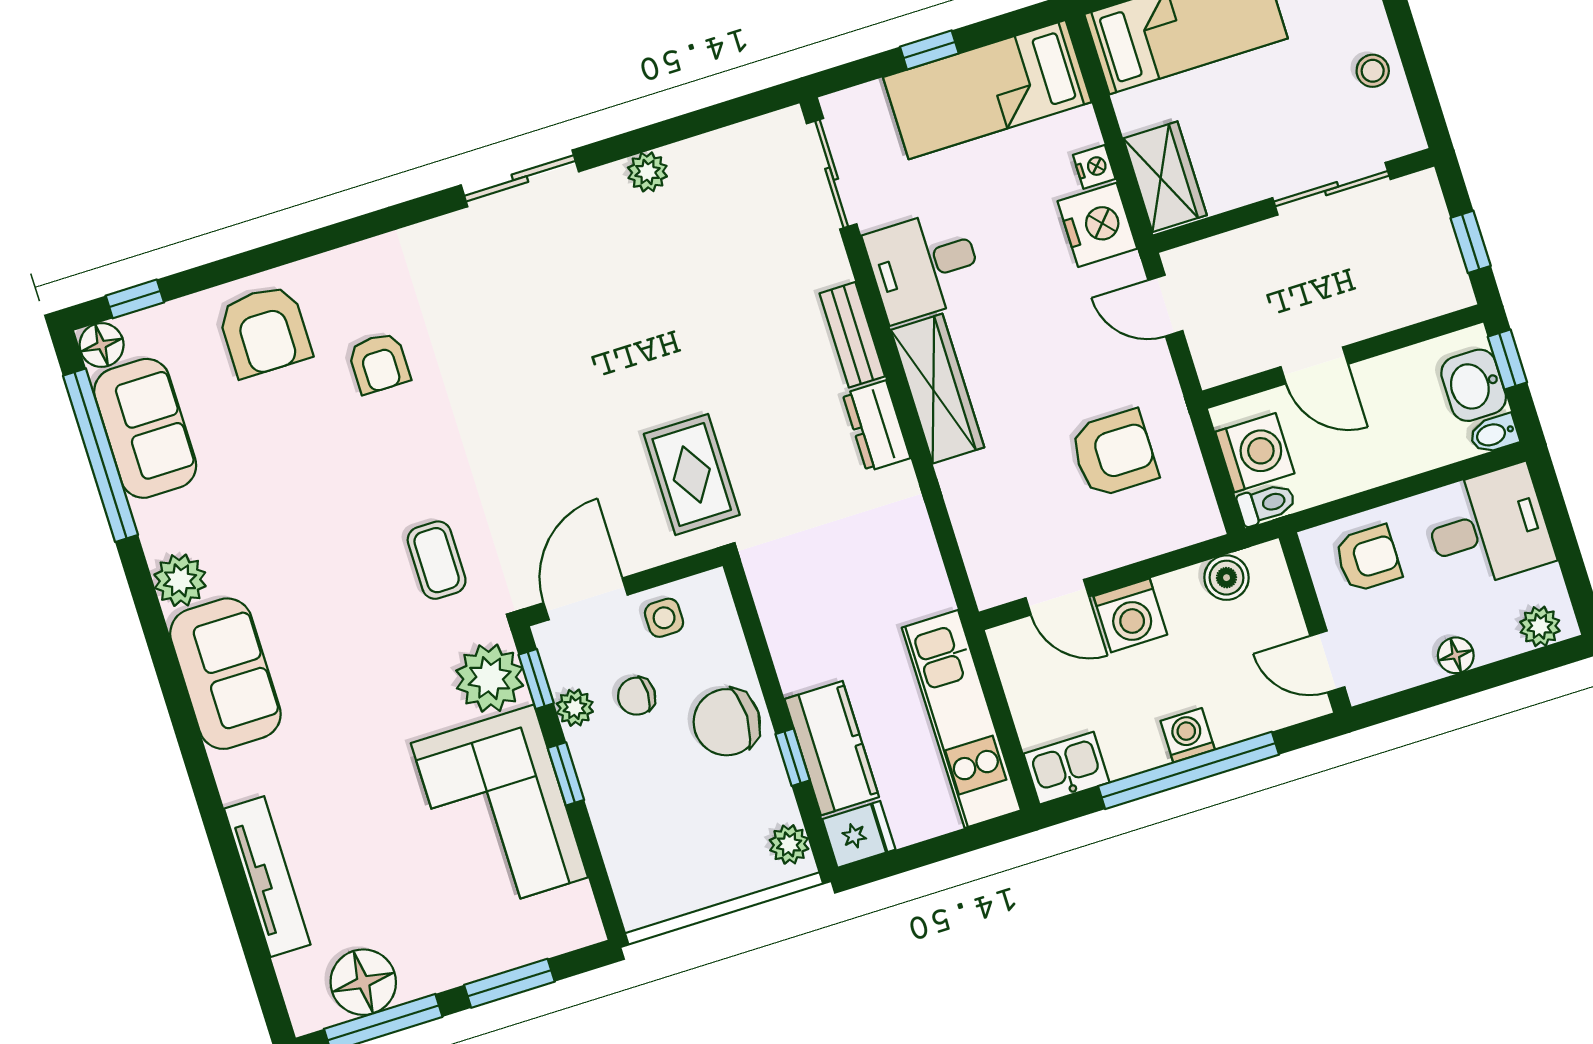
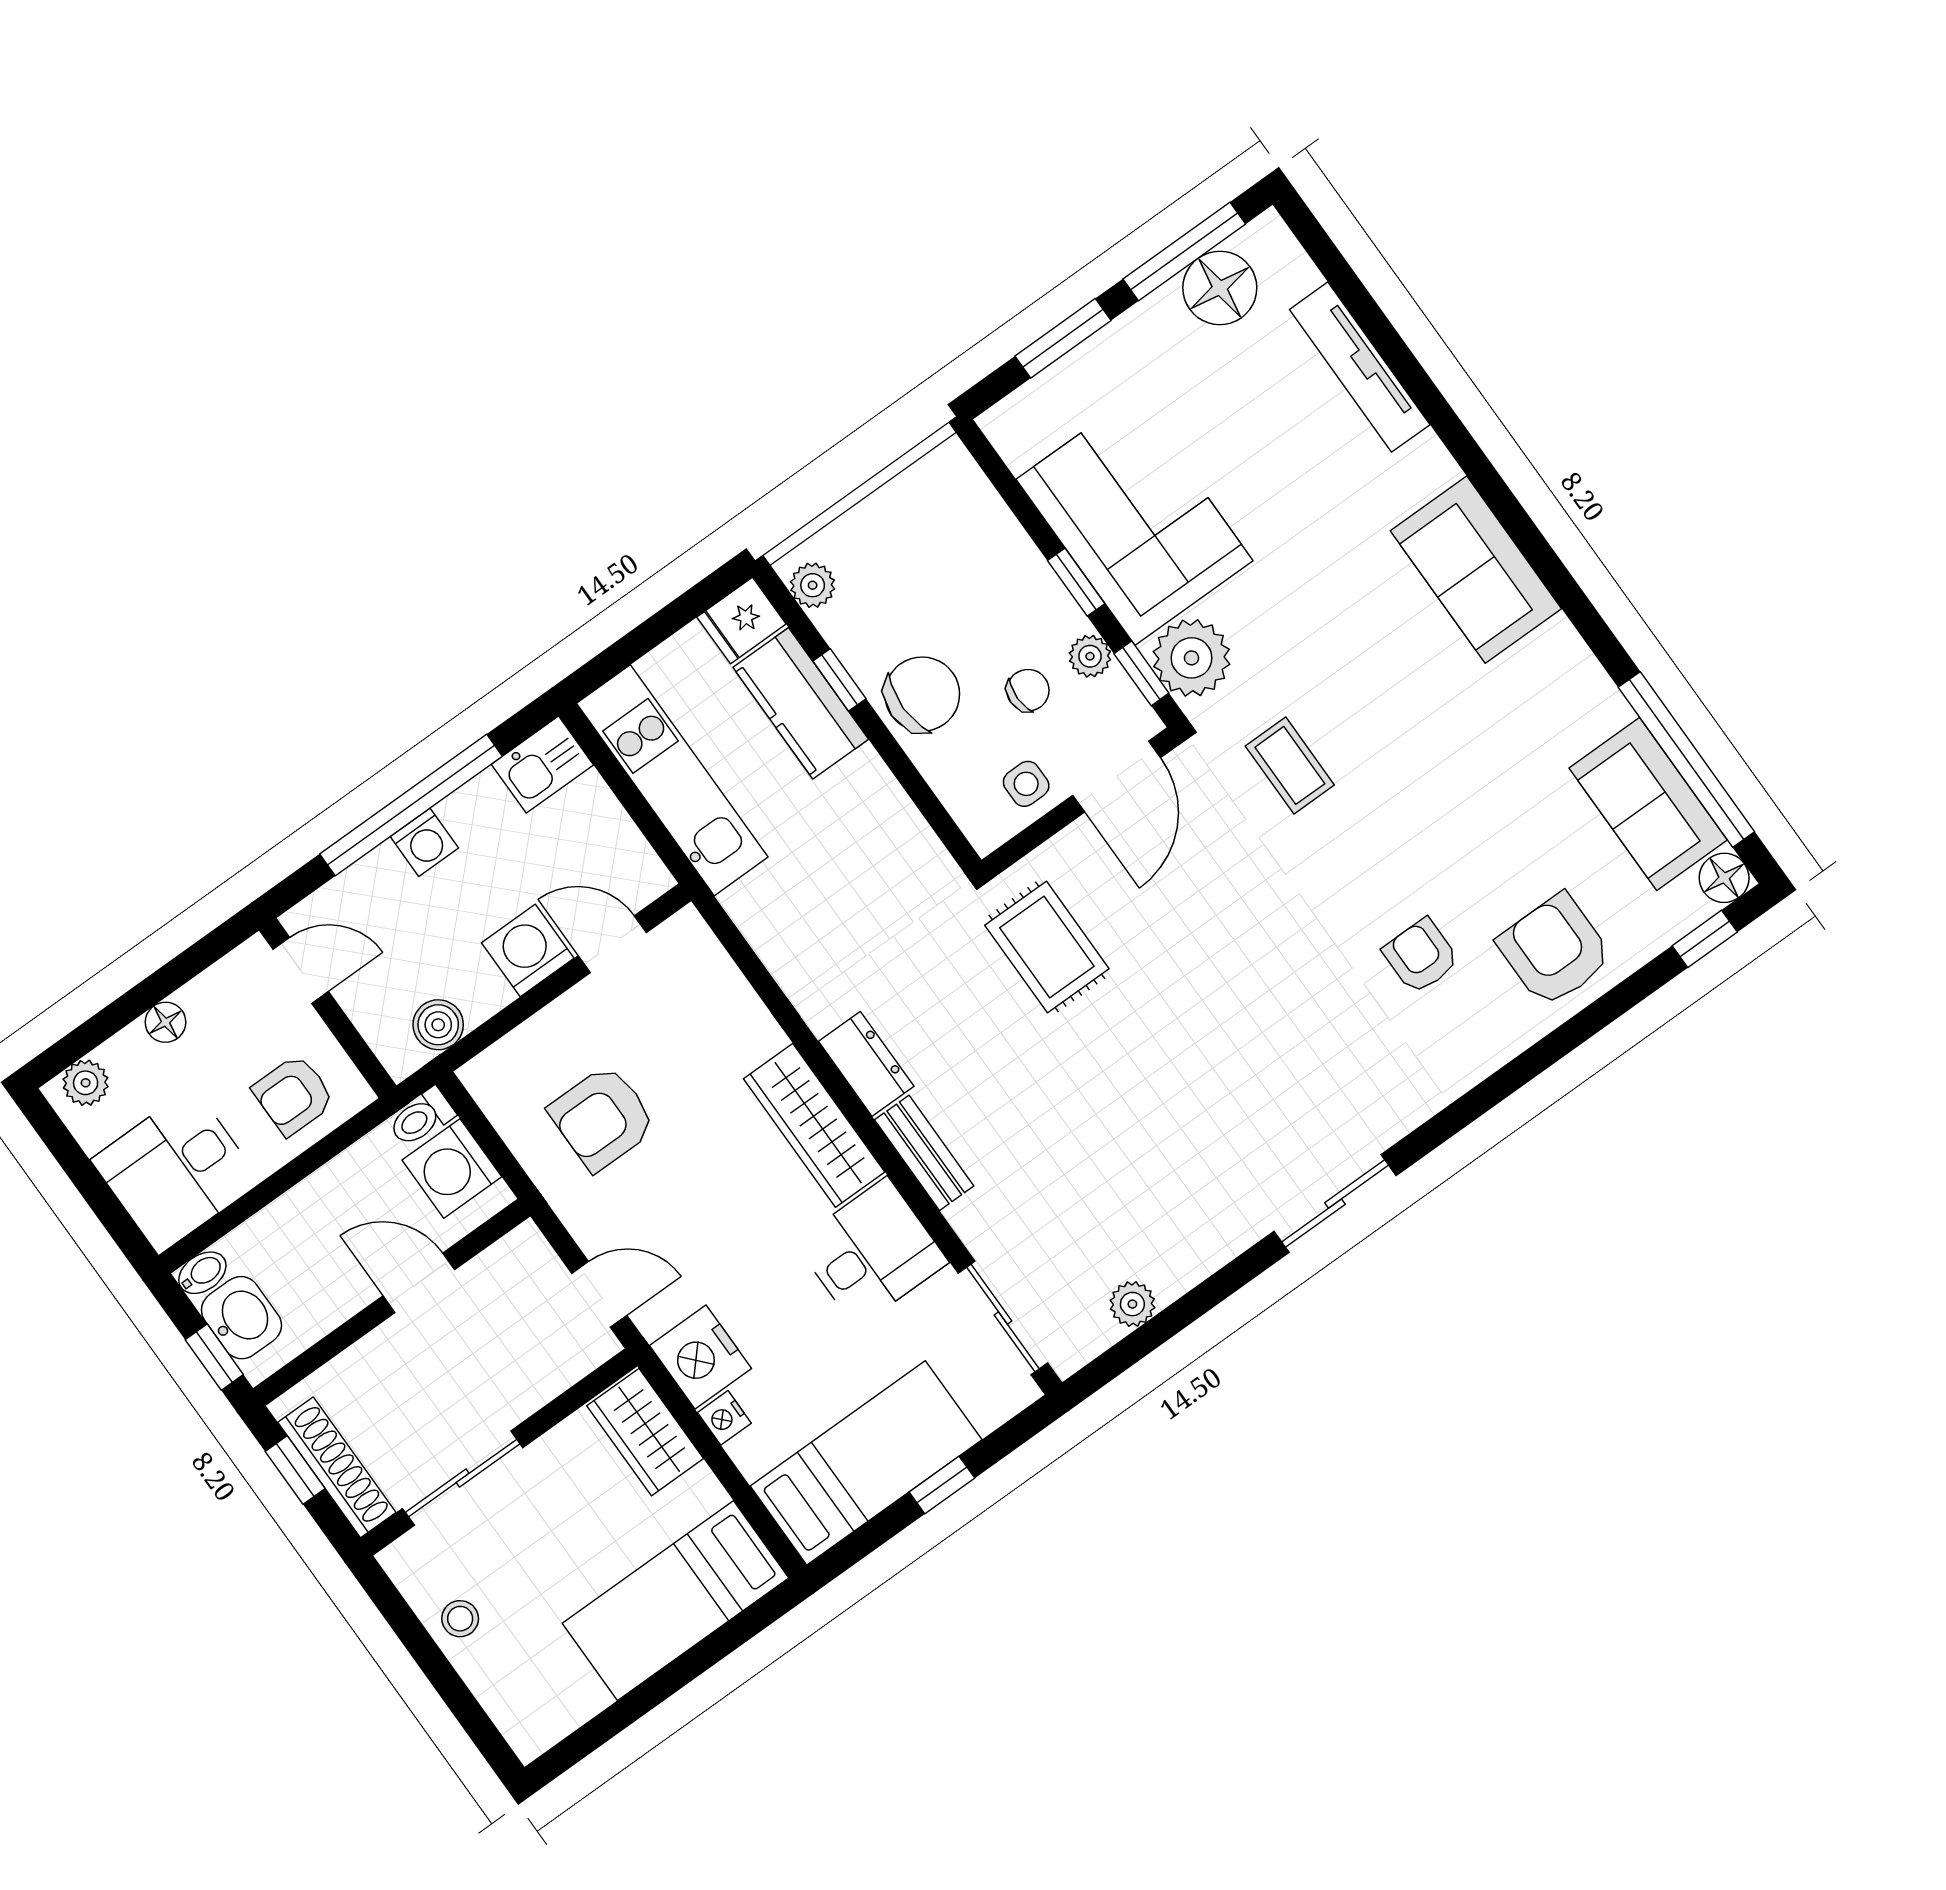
plant: (647, 172) -> (1132, 1304), moved
shoe rack: (1435, 232) -> (337, 1467), added
plant: (180, 580) -> (1557, 654), removed

